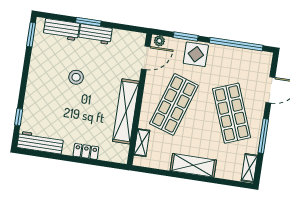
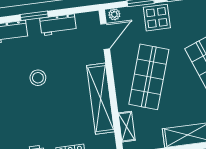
workbench: (95, 34) -> (58, 25), moved

